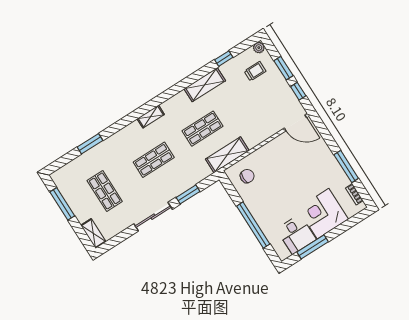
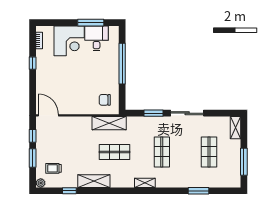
shop shelf: (154, 160) -> (162, 152), turned 90
window: (346, 167) -> (33, 63), width x0.46

